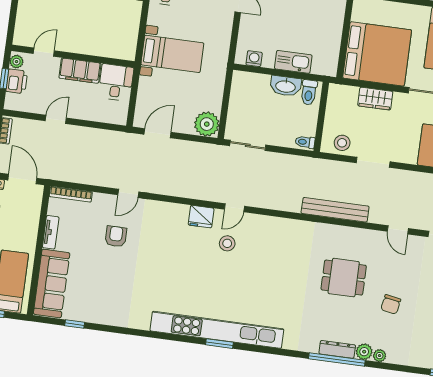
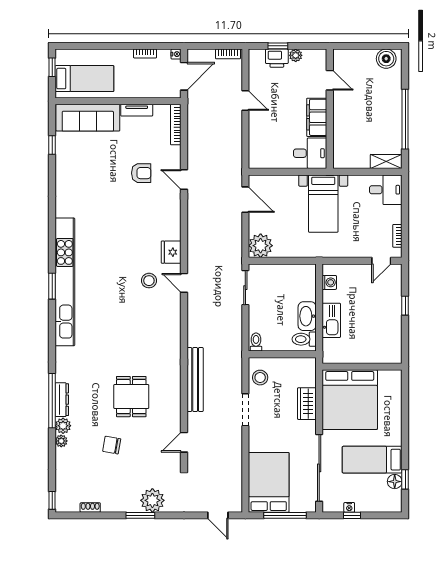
door: (44, 52) -> (330, 80), moved
wall: (73, 56) -> (330, 109), moved
filing cabinet: (80, 71) -> (317, 117), moved
desk: (116, 82) -> (310, 153), moved

